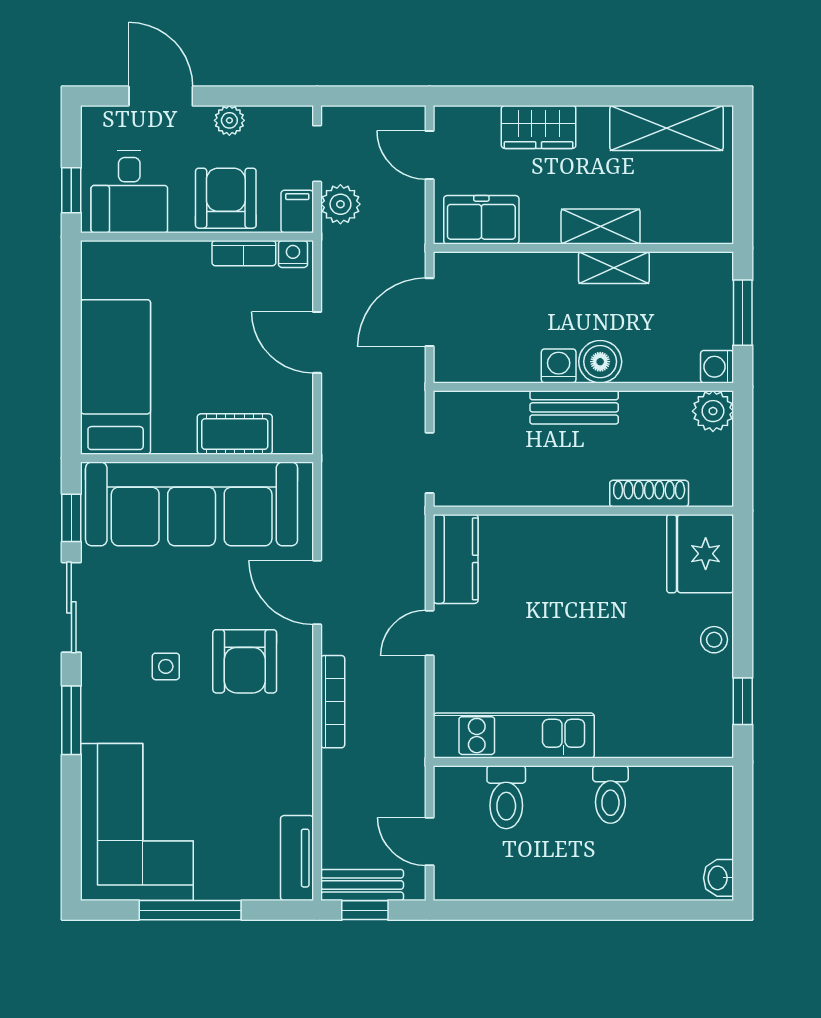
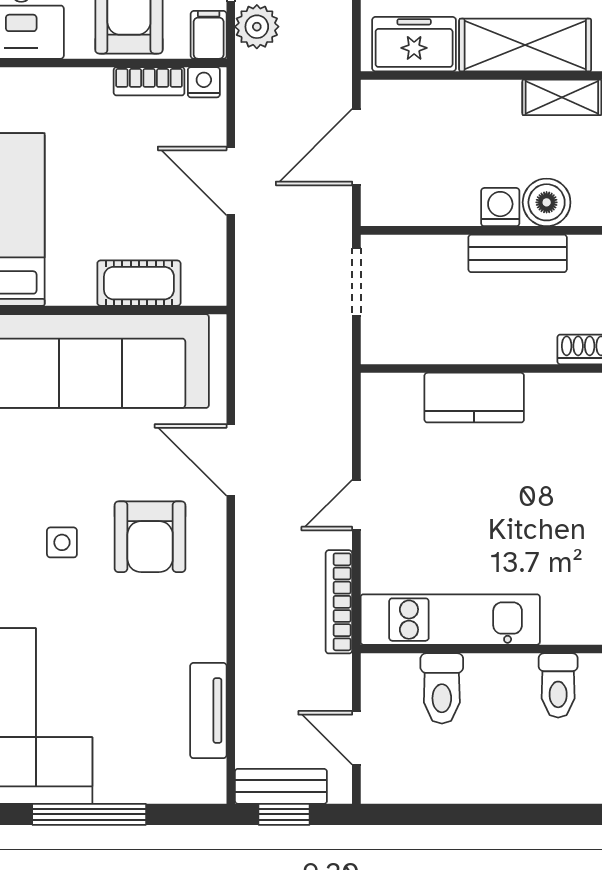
shelving: (601, 227) -> (525, 45), width x1.50, depth x1.33
doorway: (430, 463) -> (356, 282), moved
kitchen counter: (456, 559) -> (474, 398), moved, turned 90
bookcase: (333, 702) -> (339, 602), moved, turned 180
tv unit: (297, 858) -> (208, 711), moved

